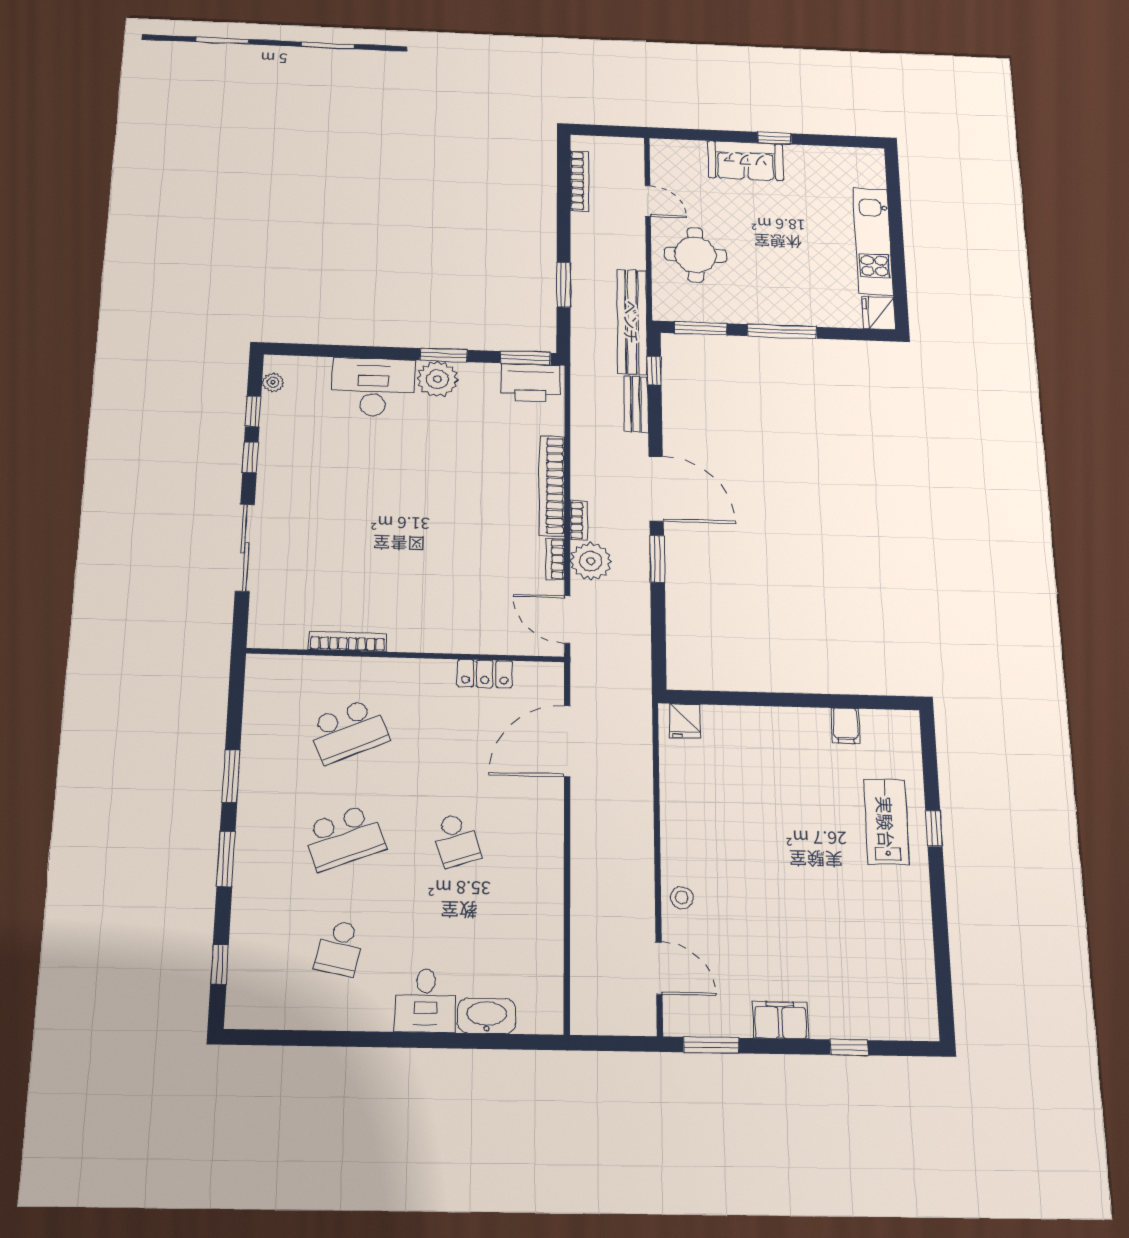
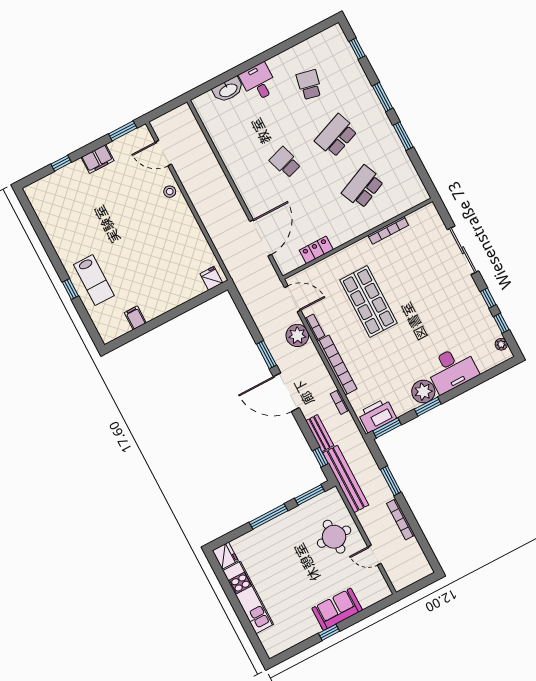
bookcase: (579, 181) -> (401, 519), moved
bookcase: (579, 520) -> (340, 402), moved
shop shelf: (445, 552) -> (368, 301), added

